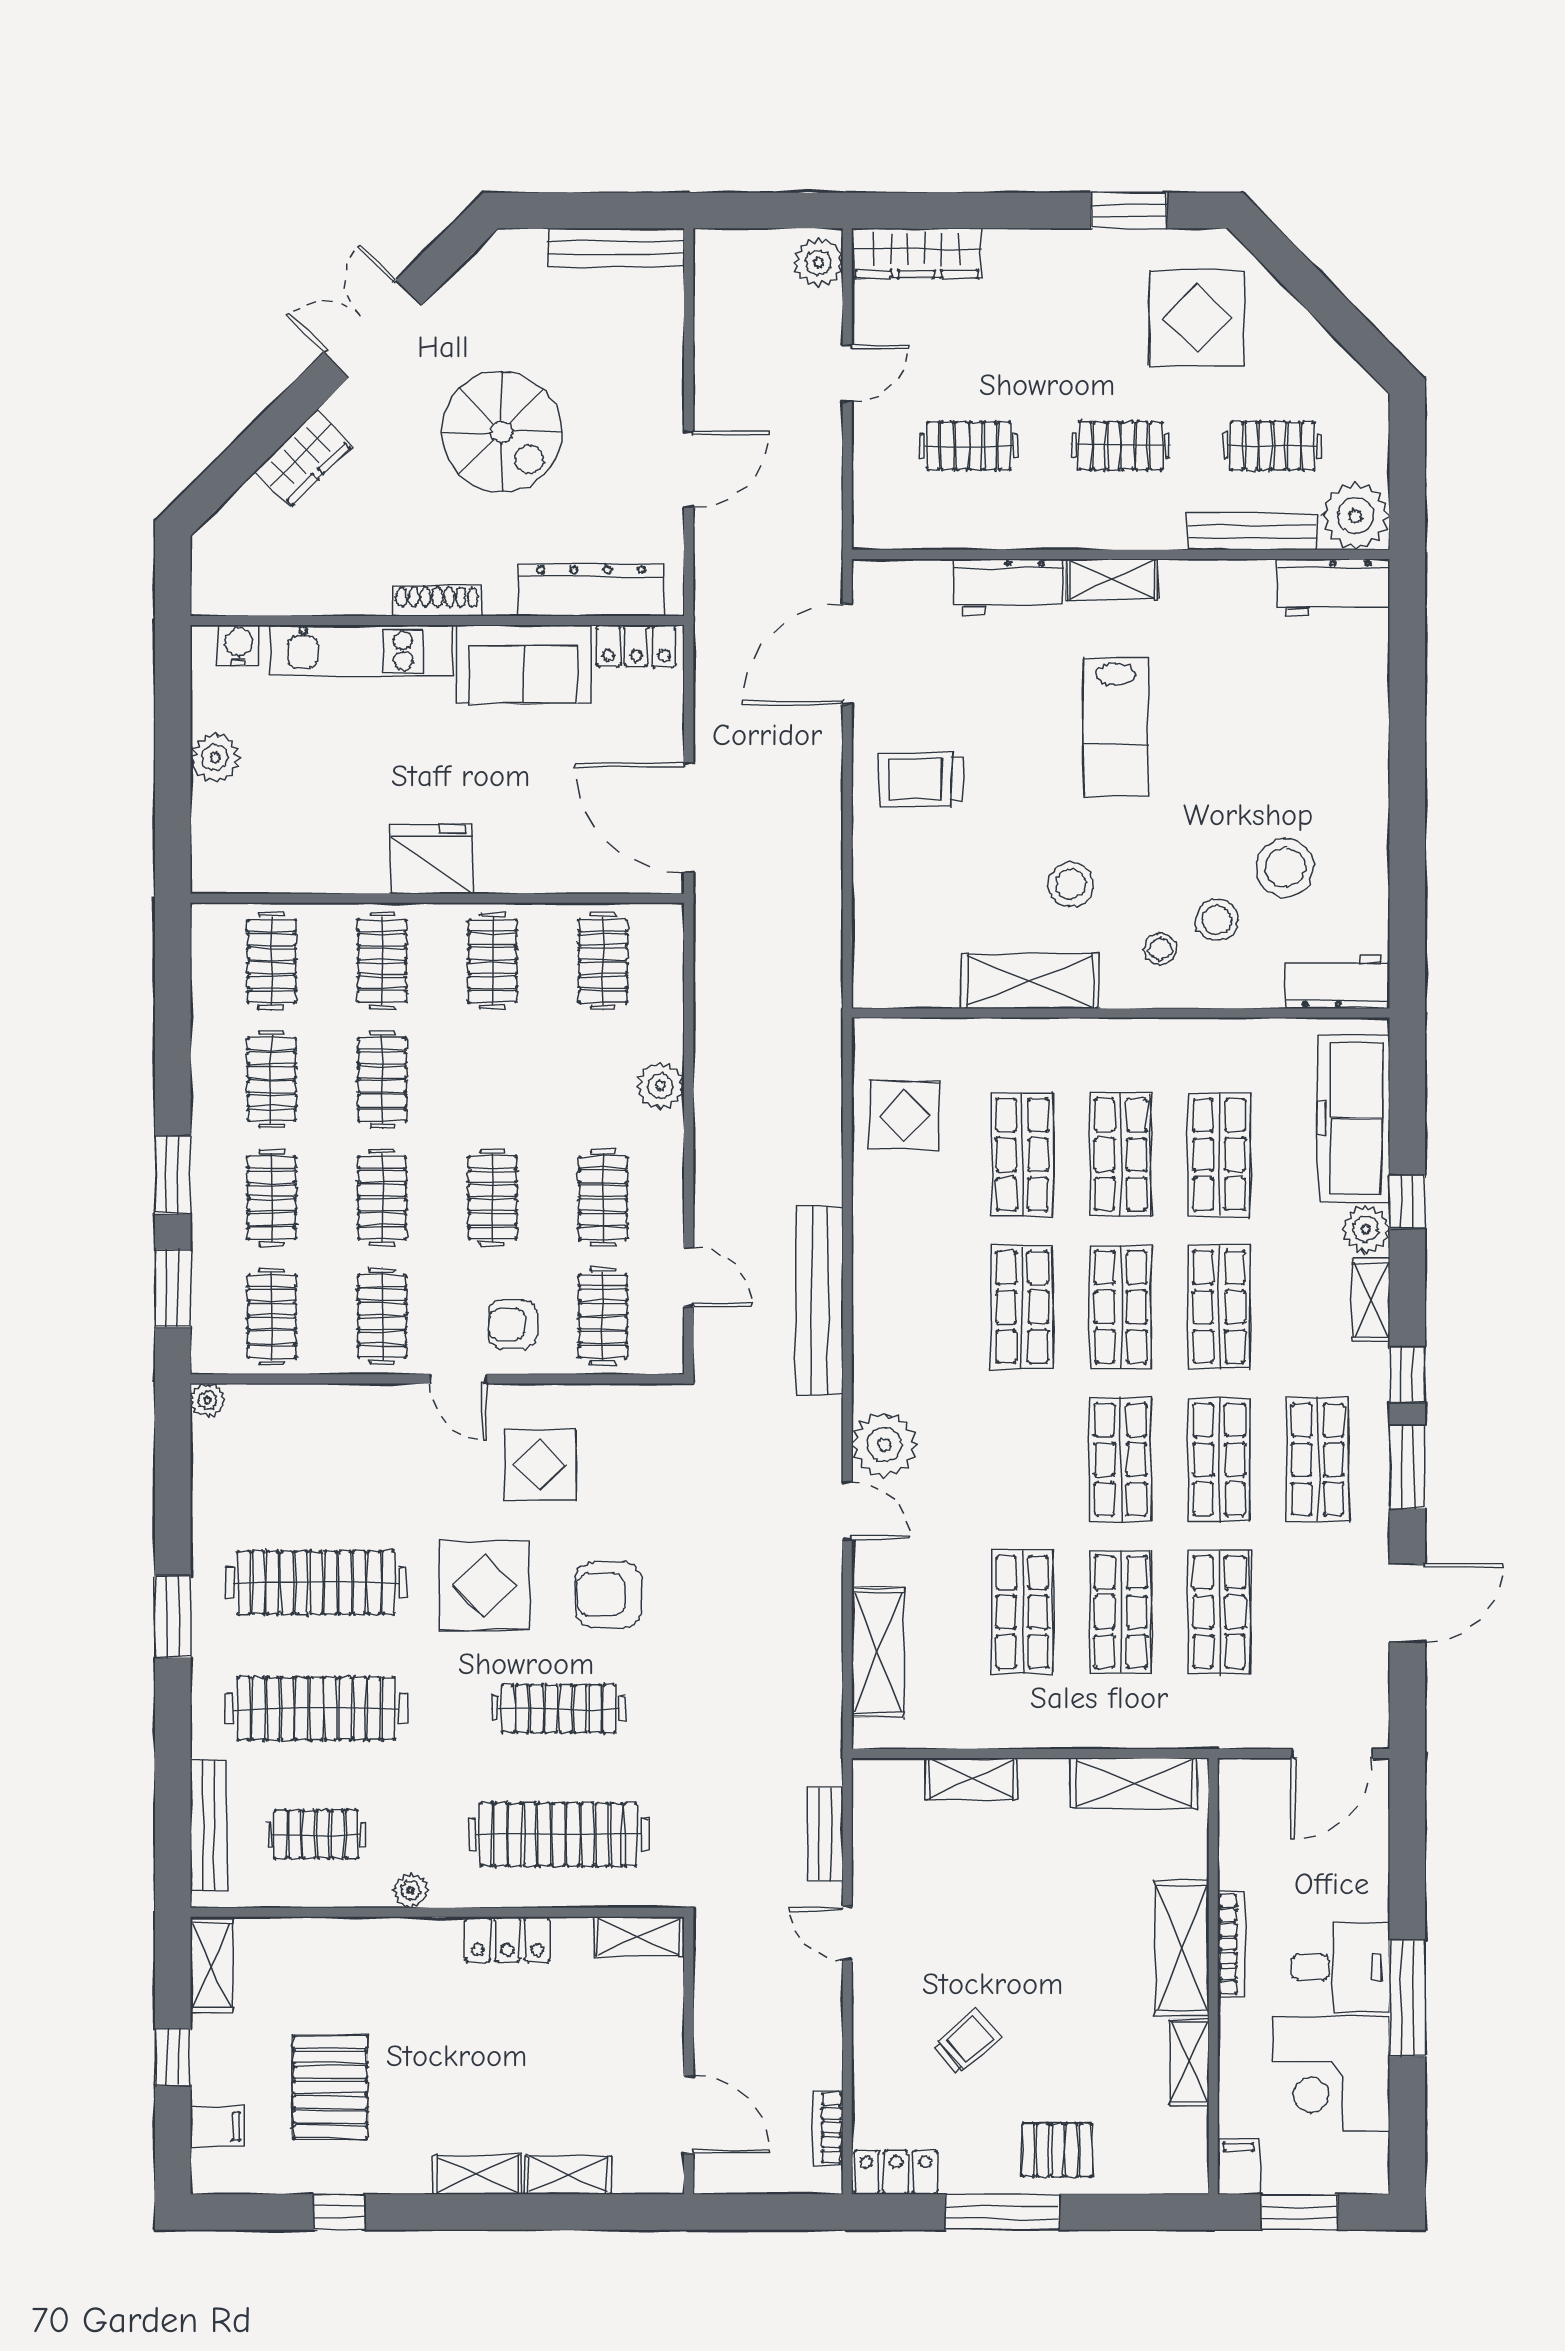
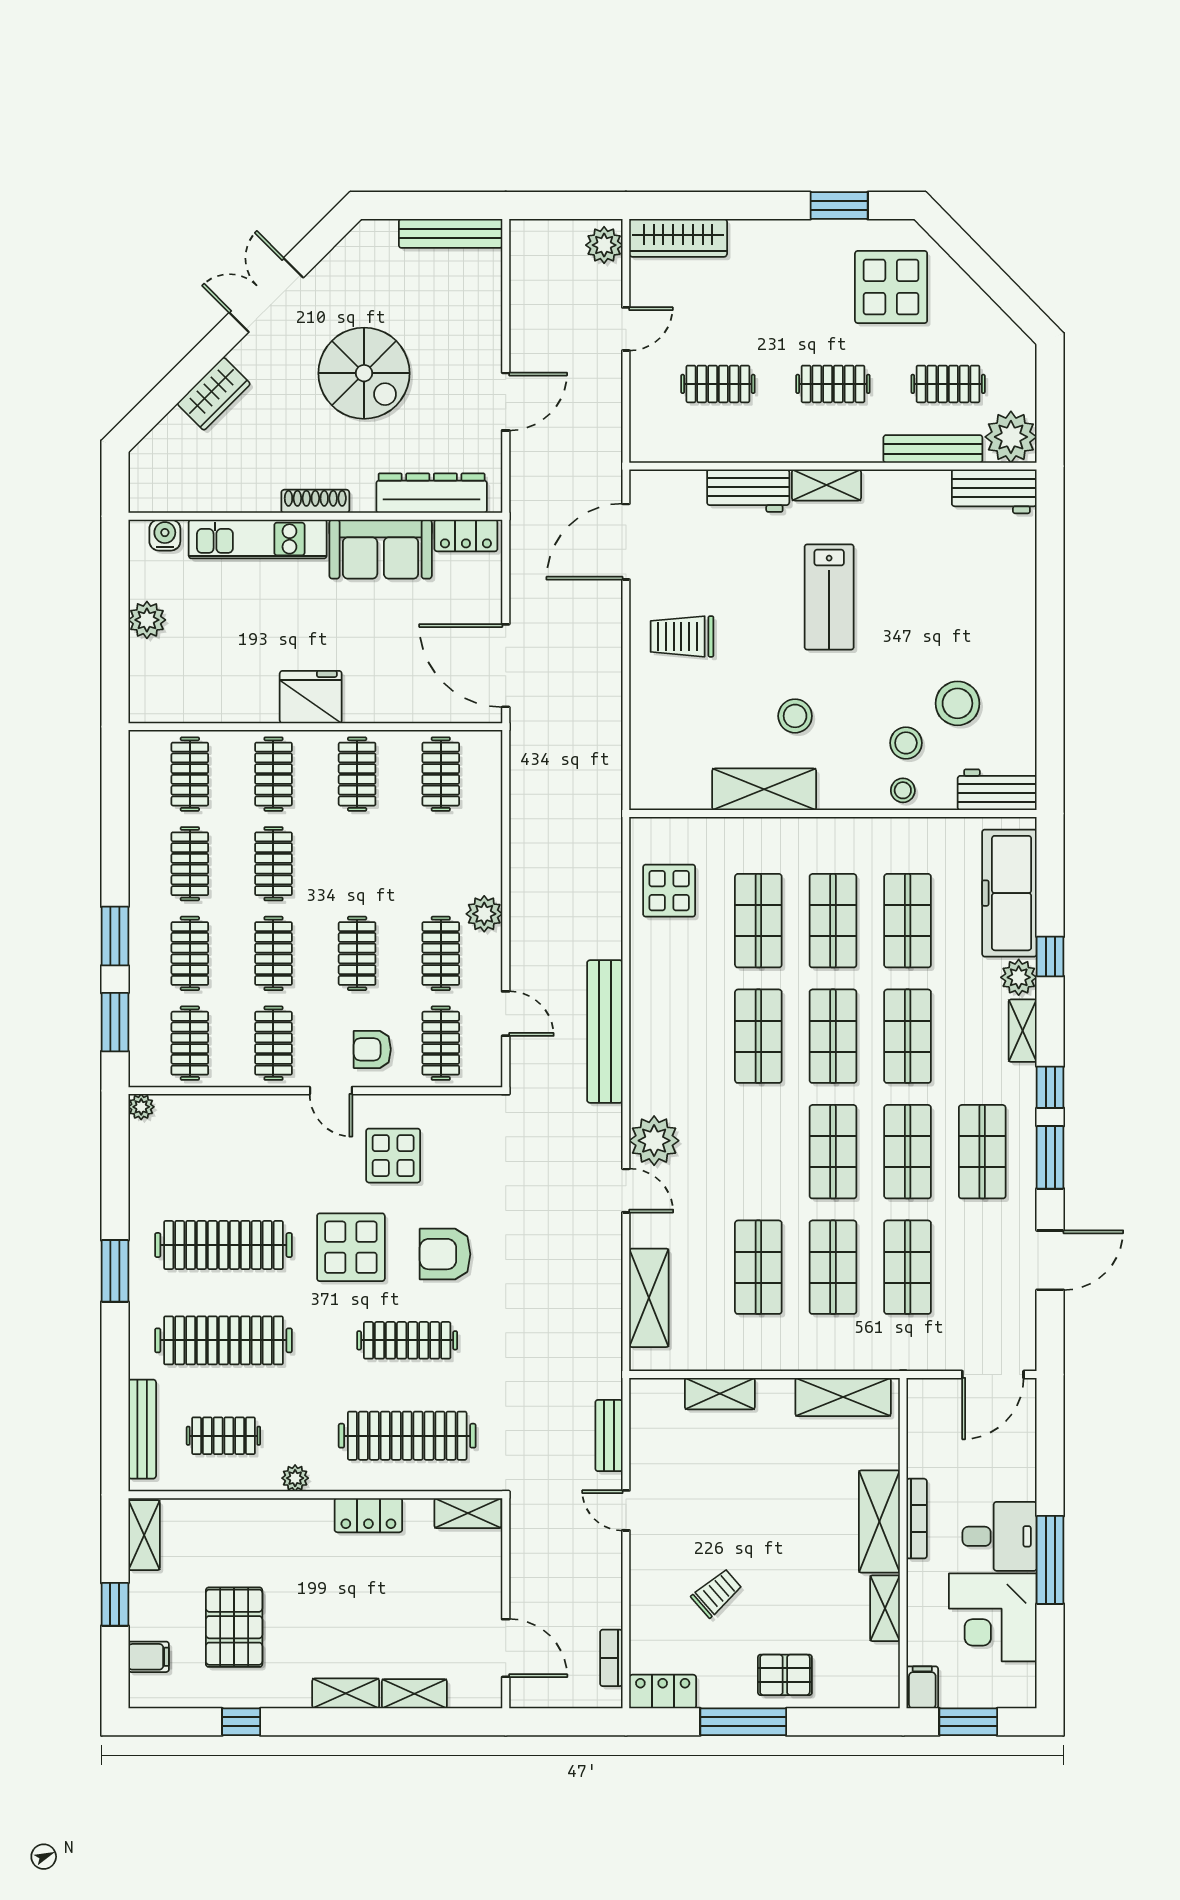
stool: (1160, 949) -> (903, 790), moved
plant: (660, 1086) -> (484, 914), moved

